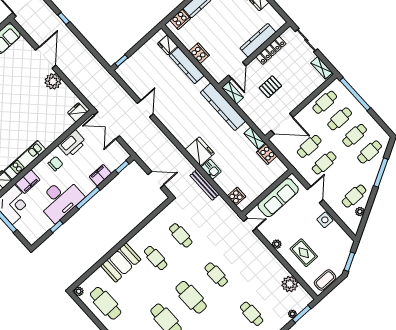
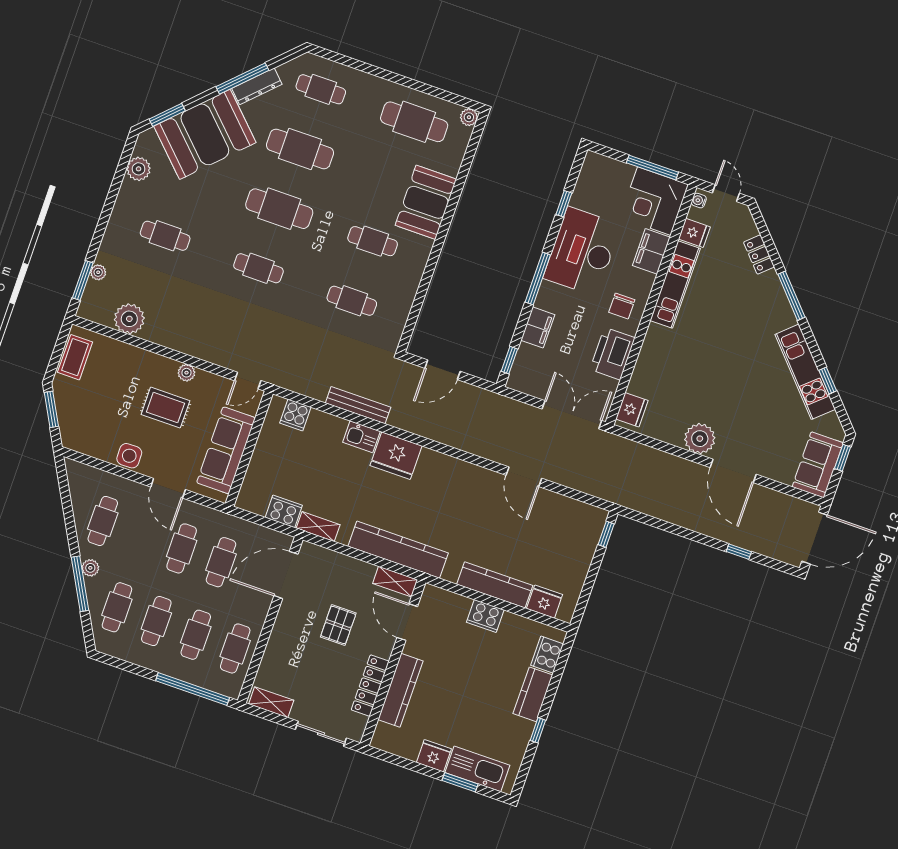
plant: (360, 212) -> (90, 568), moved
rug: (304, 253) -> (165, 408), moved

